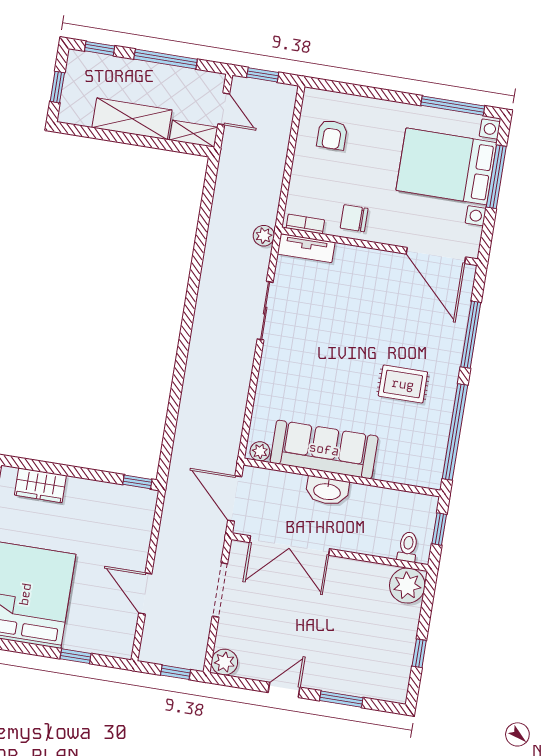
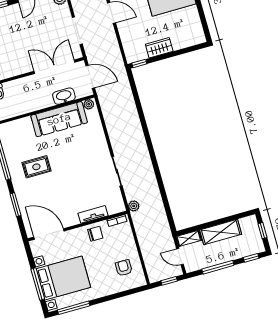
tv unit: (306, 248) -> (93, 214), moved
window: (471, 335) -> (15, 205), width x0.69
wardrobe: (40, 485) -> (159, 48), moved
washbasin: (327, 491) -> (64, 96), moved

